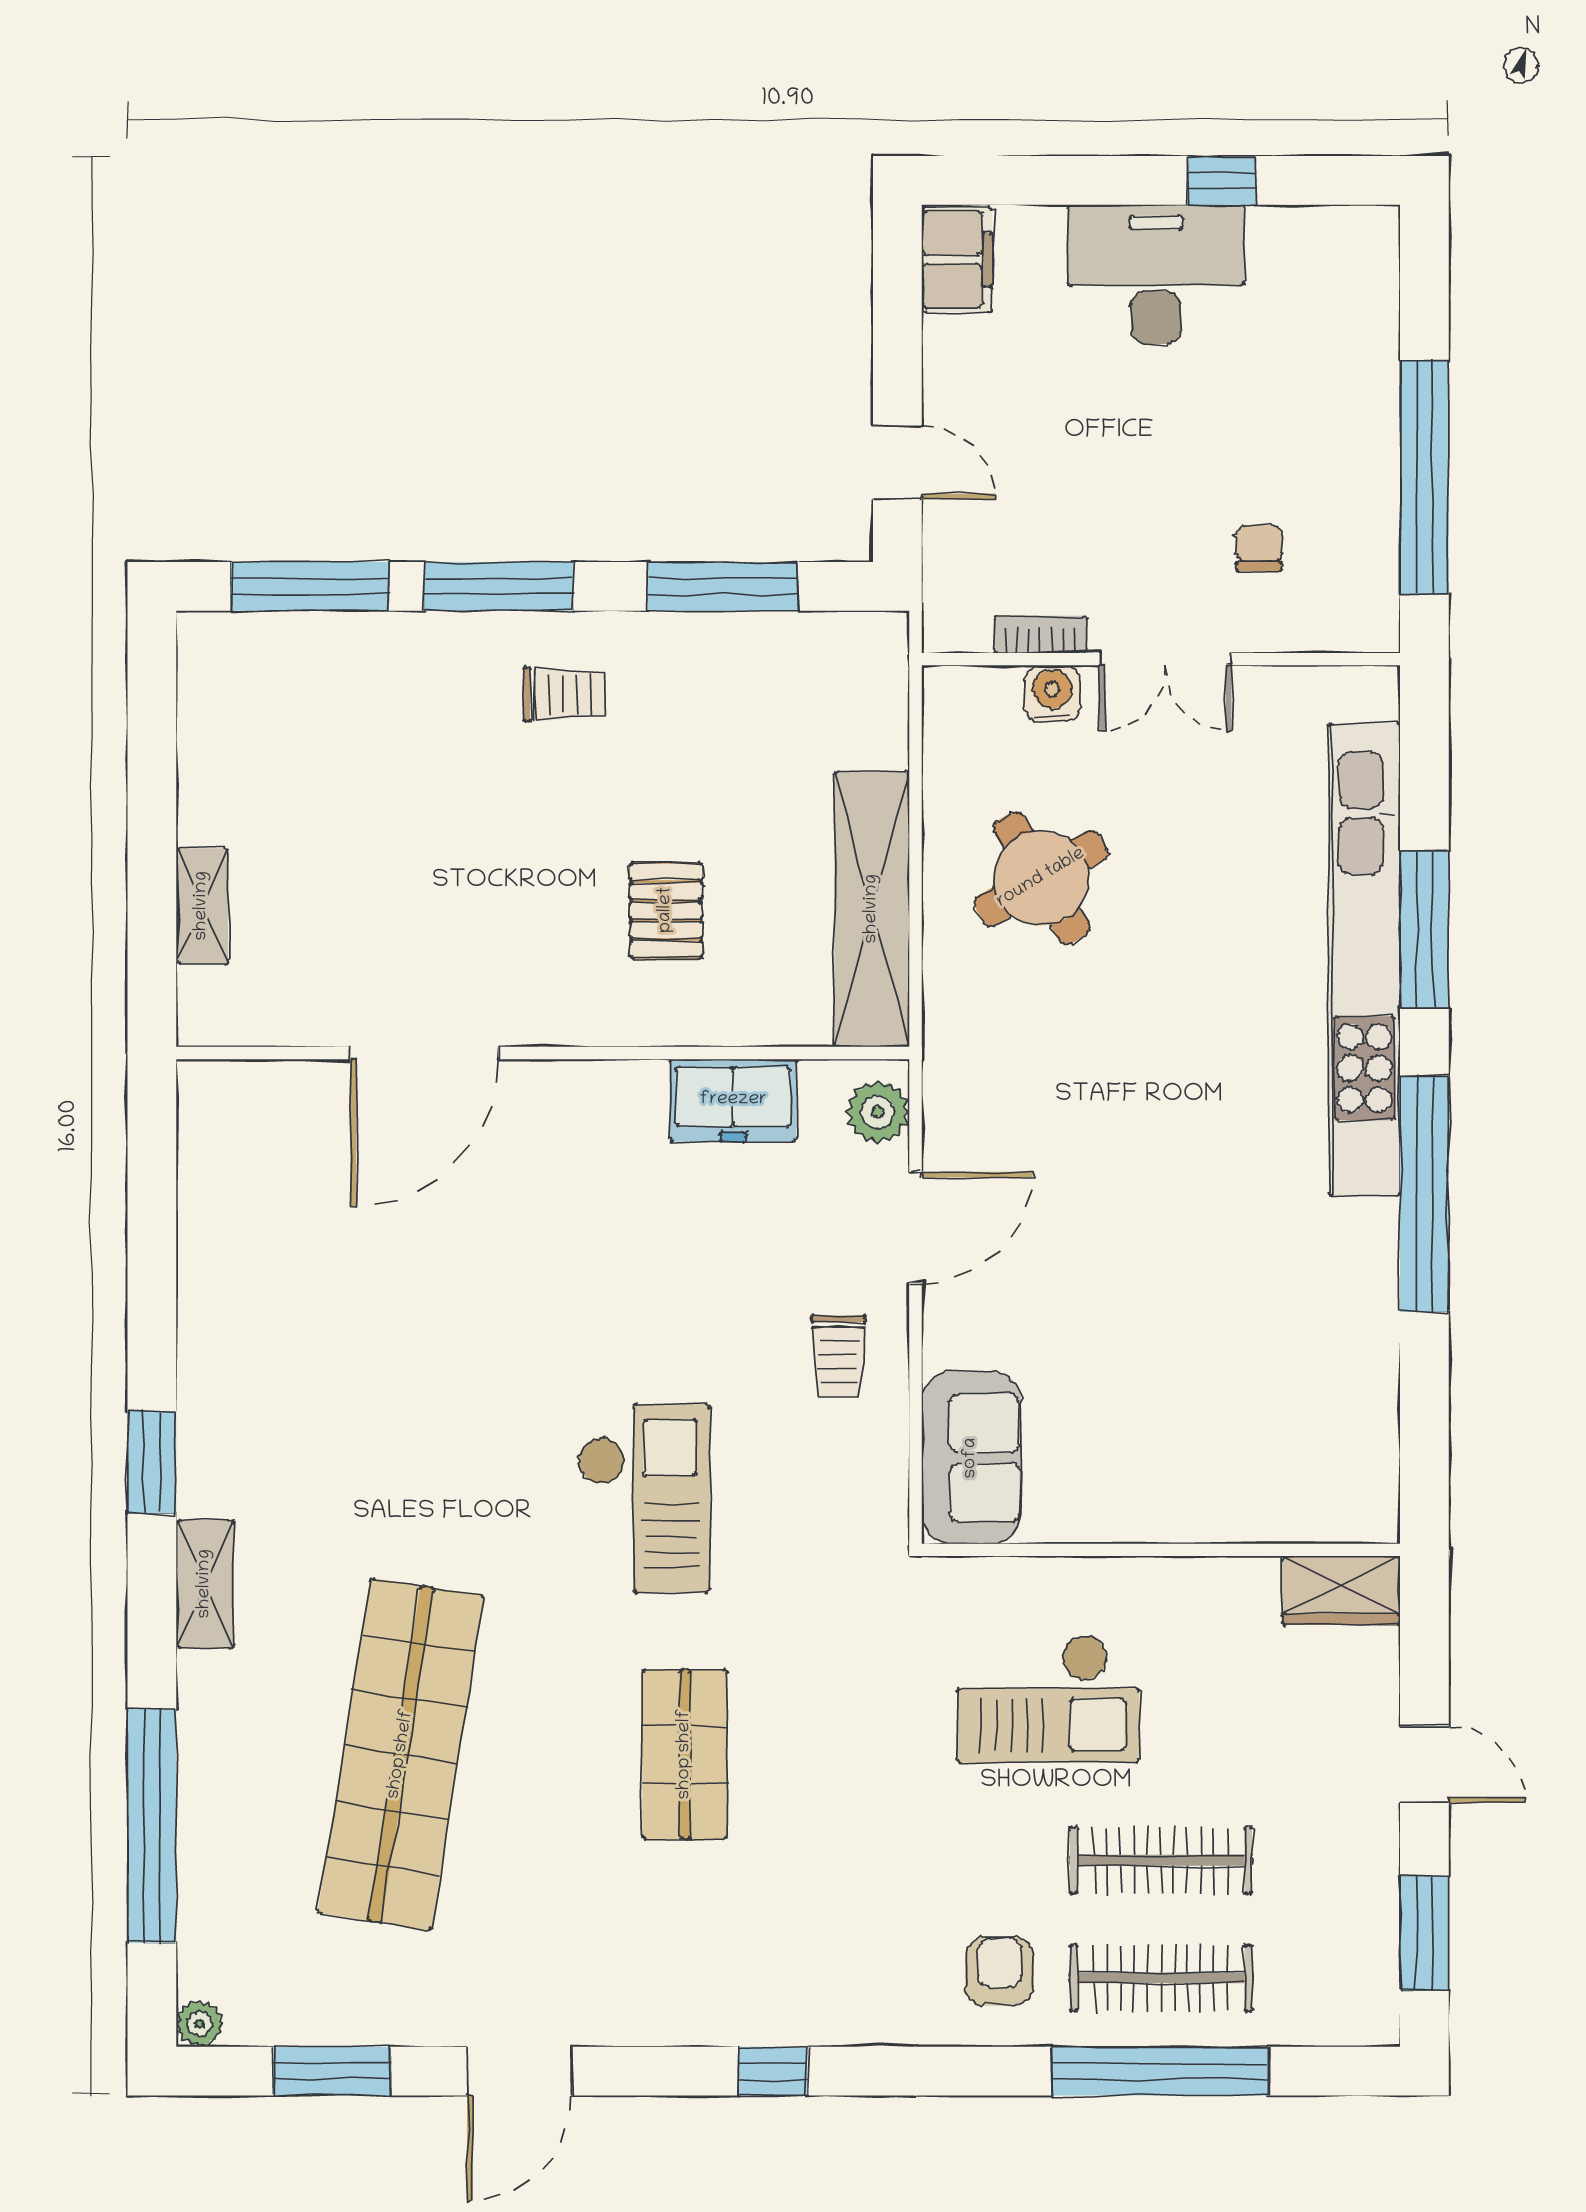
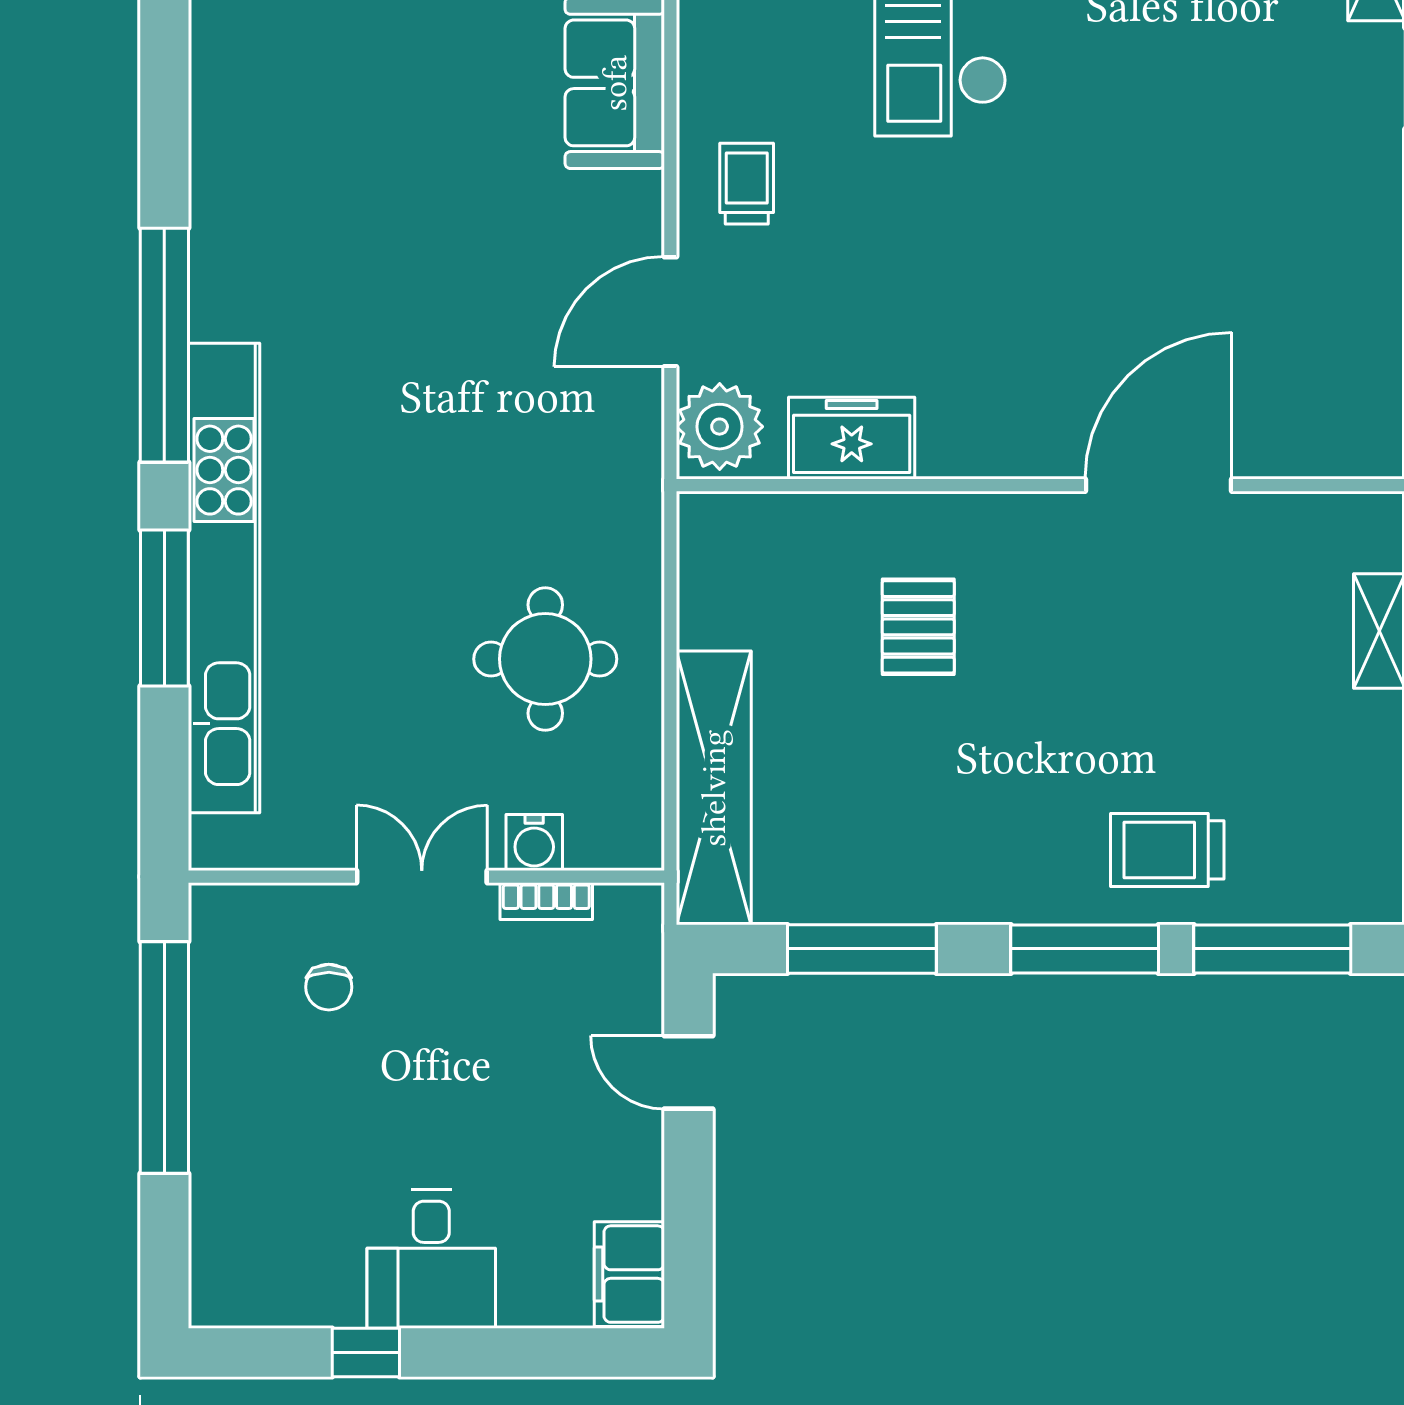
desk: (1156, 274) -> (431, 1259), width x0.73
trolley: (565, 694) -> (1167, 850), moved, width x1.36, depth x1.39
round table: (1041, 878) -> (545, 659), turned 31
shelving: (872, 909) -> (714, 788), moved
plant: (878, 1112) -> (720, 427), width x1.36, depth x1.36

